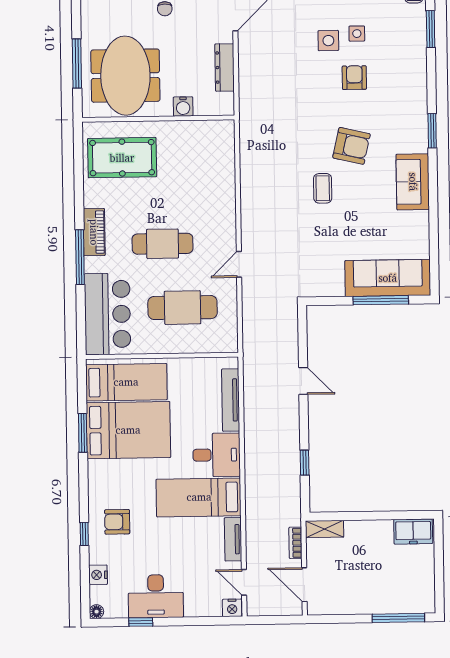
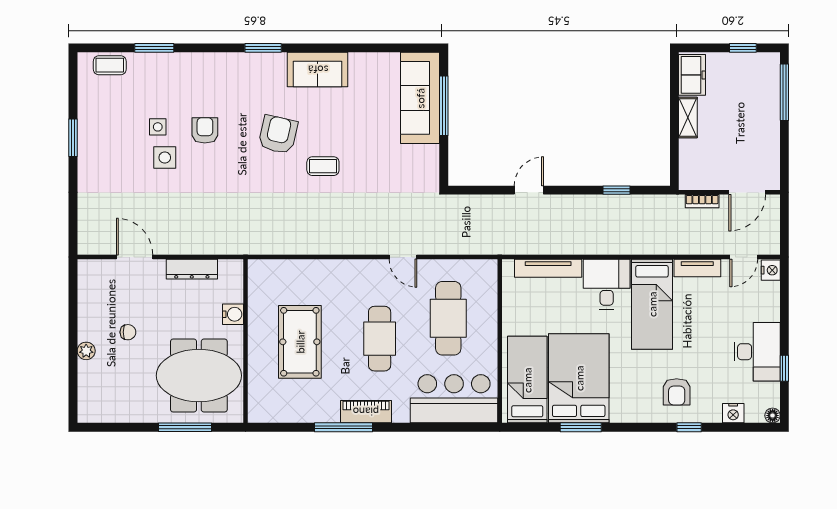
armchair: (354, 78) -> (205, 130), turned 90
pool table: (122, 158) -> (300, 342), moved
window: (80, 257) -> (343, 427), moved
shelving: (325, 529) -> (688, 117), moved
window: (439, 579) -> (743, 48), added

